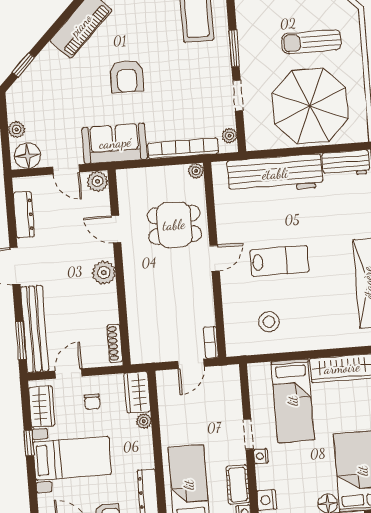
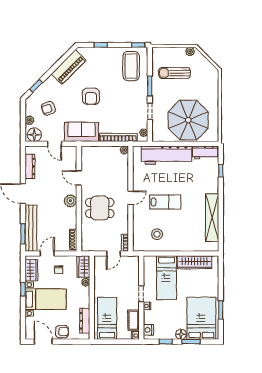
sun lounger: (311, 42) -> (174, 73), moved
armchair: (50, 105) -> (48, 108), added
plant: (98, 181) -> (71, 152), removed
dining table: (174, 225) -> (100, 208), moved

